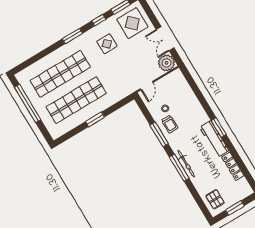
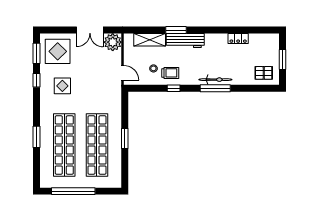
window: (72, 36) -> (36, 137), moved
shelving: (186, 91) -> (150, 40), added
window: (219, 128) -> (176, 30), moved
window: (159, 134) -> (174, 88), width x0.46
workbench: (214, 139) -> (185, 41), moved
locker: (233, 166) -> (238, 39), width x0.66

